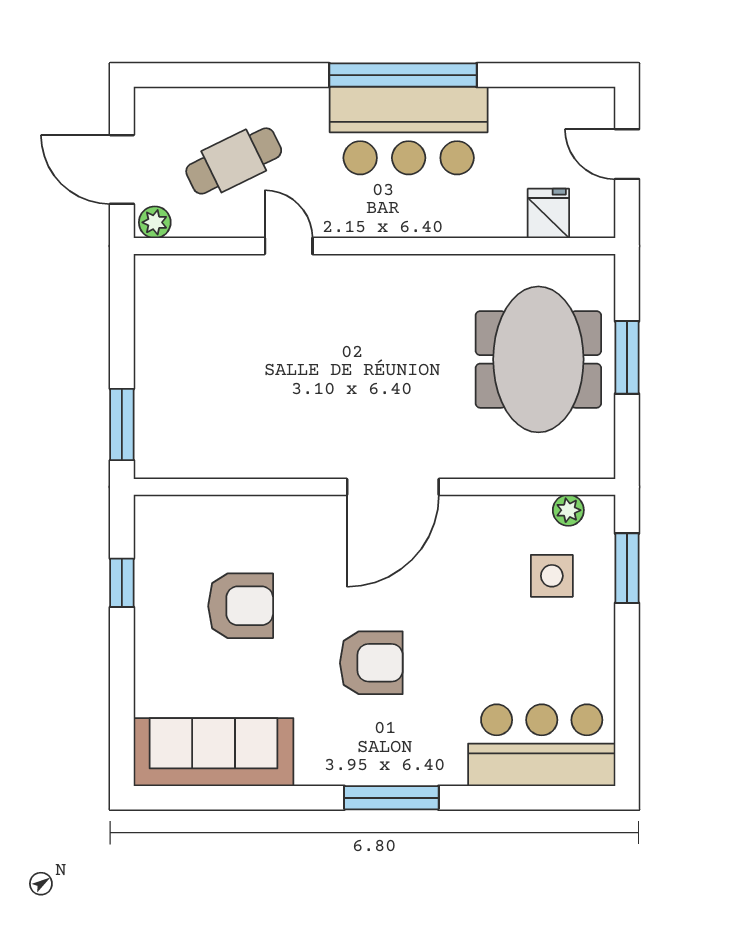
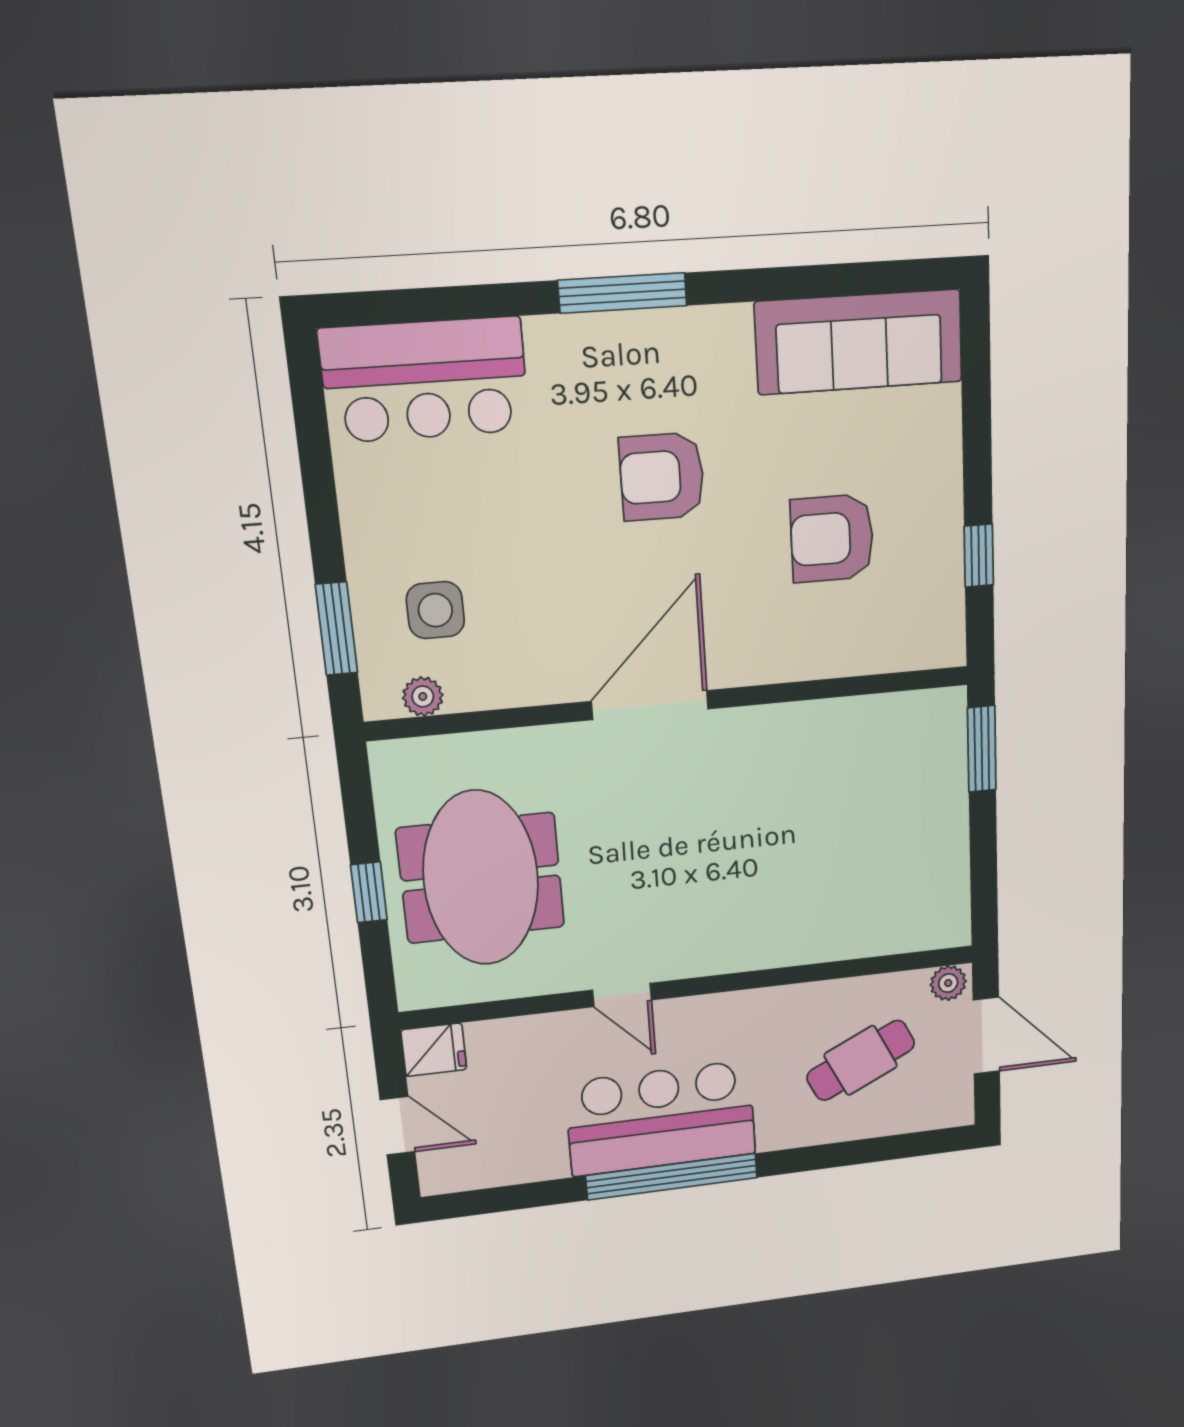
fridge: (548, 213) -> (434, 1050), moved, turned -90
door: (289, 246) -> (622, 995), moved
window: (627, 357) -> (369, 892), width x0.67

